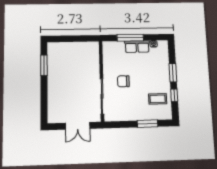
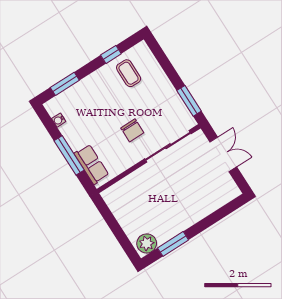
row of seats: (137, 47) -> (91, 164), moved
plant: (54, 51) -> (147, 243), added
window: (173, 73) -> (65, 84), moved
window: (147, 124) -> (189, 101), moved

